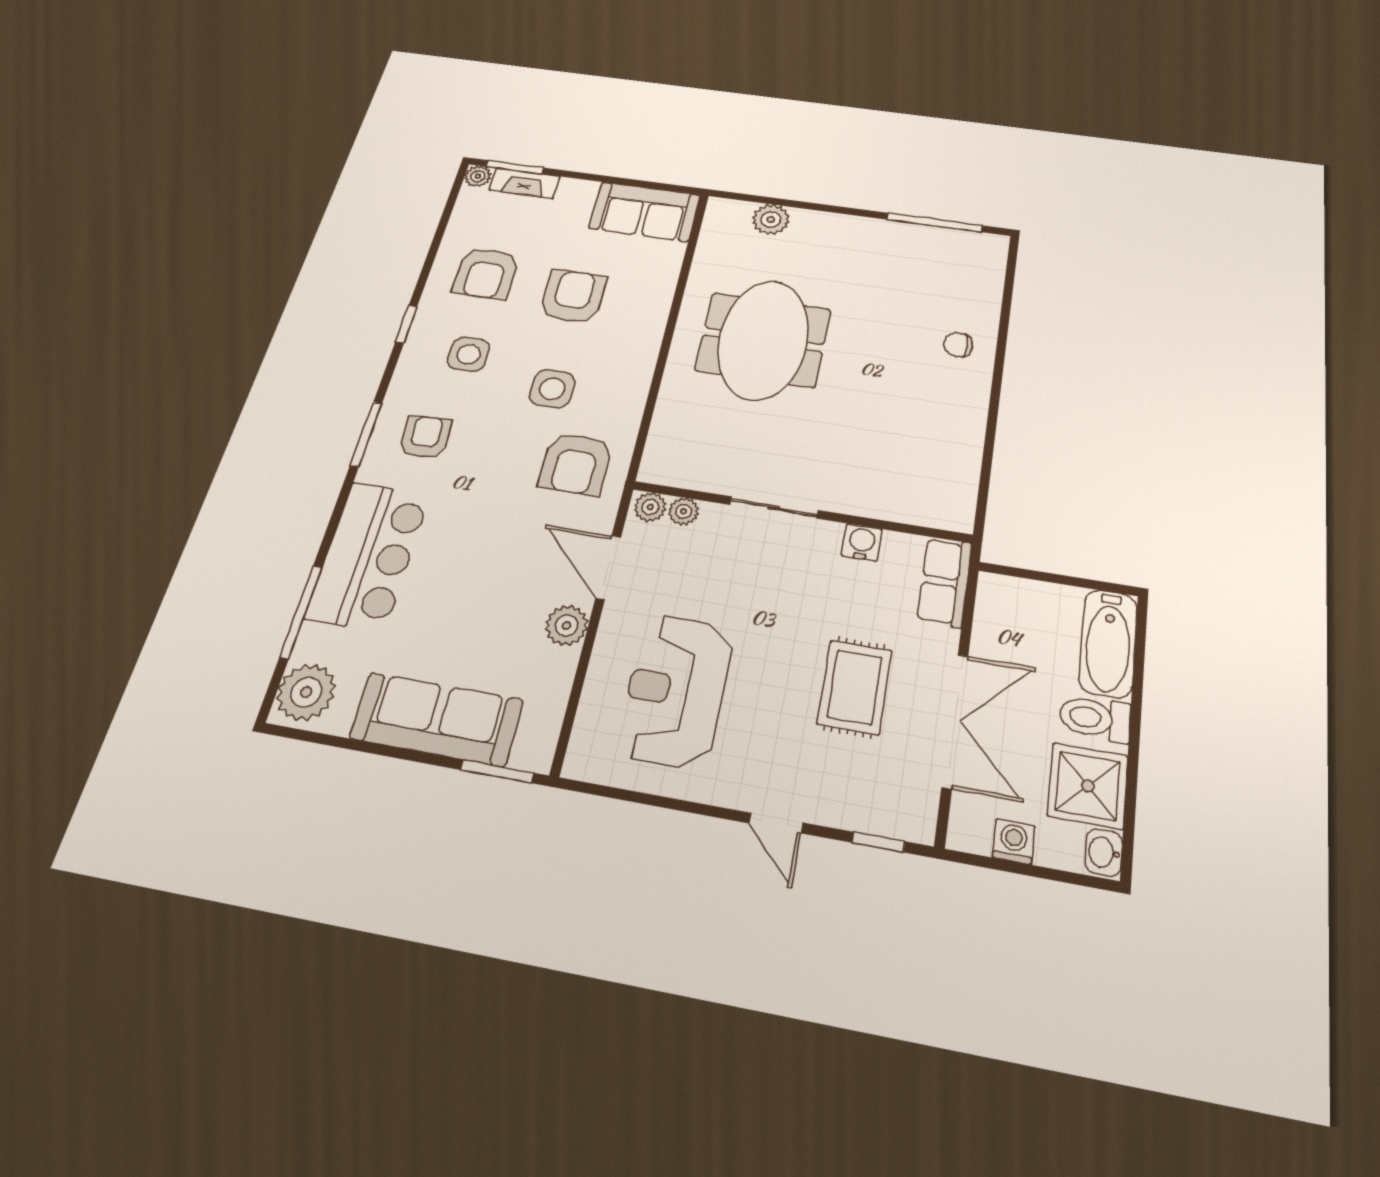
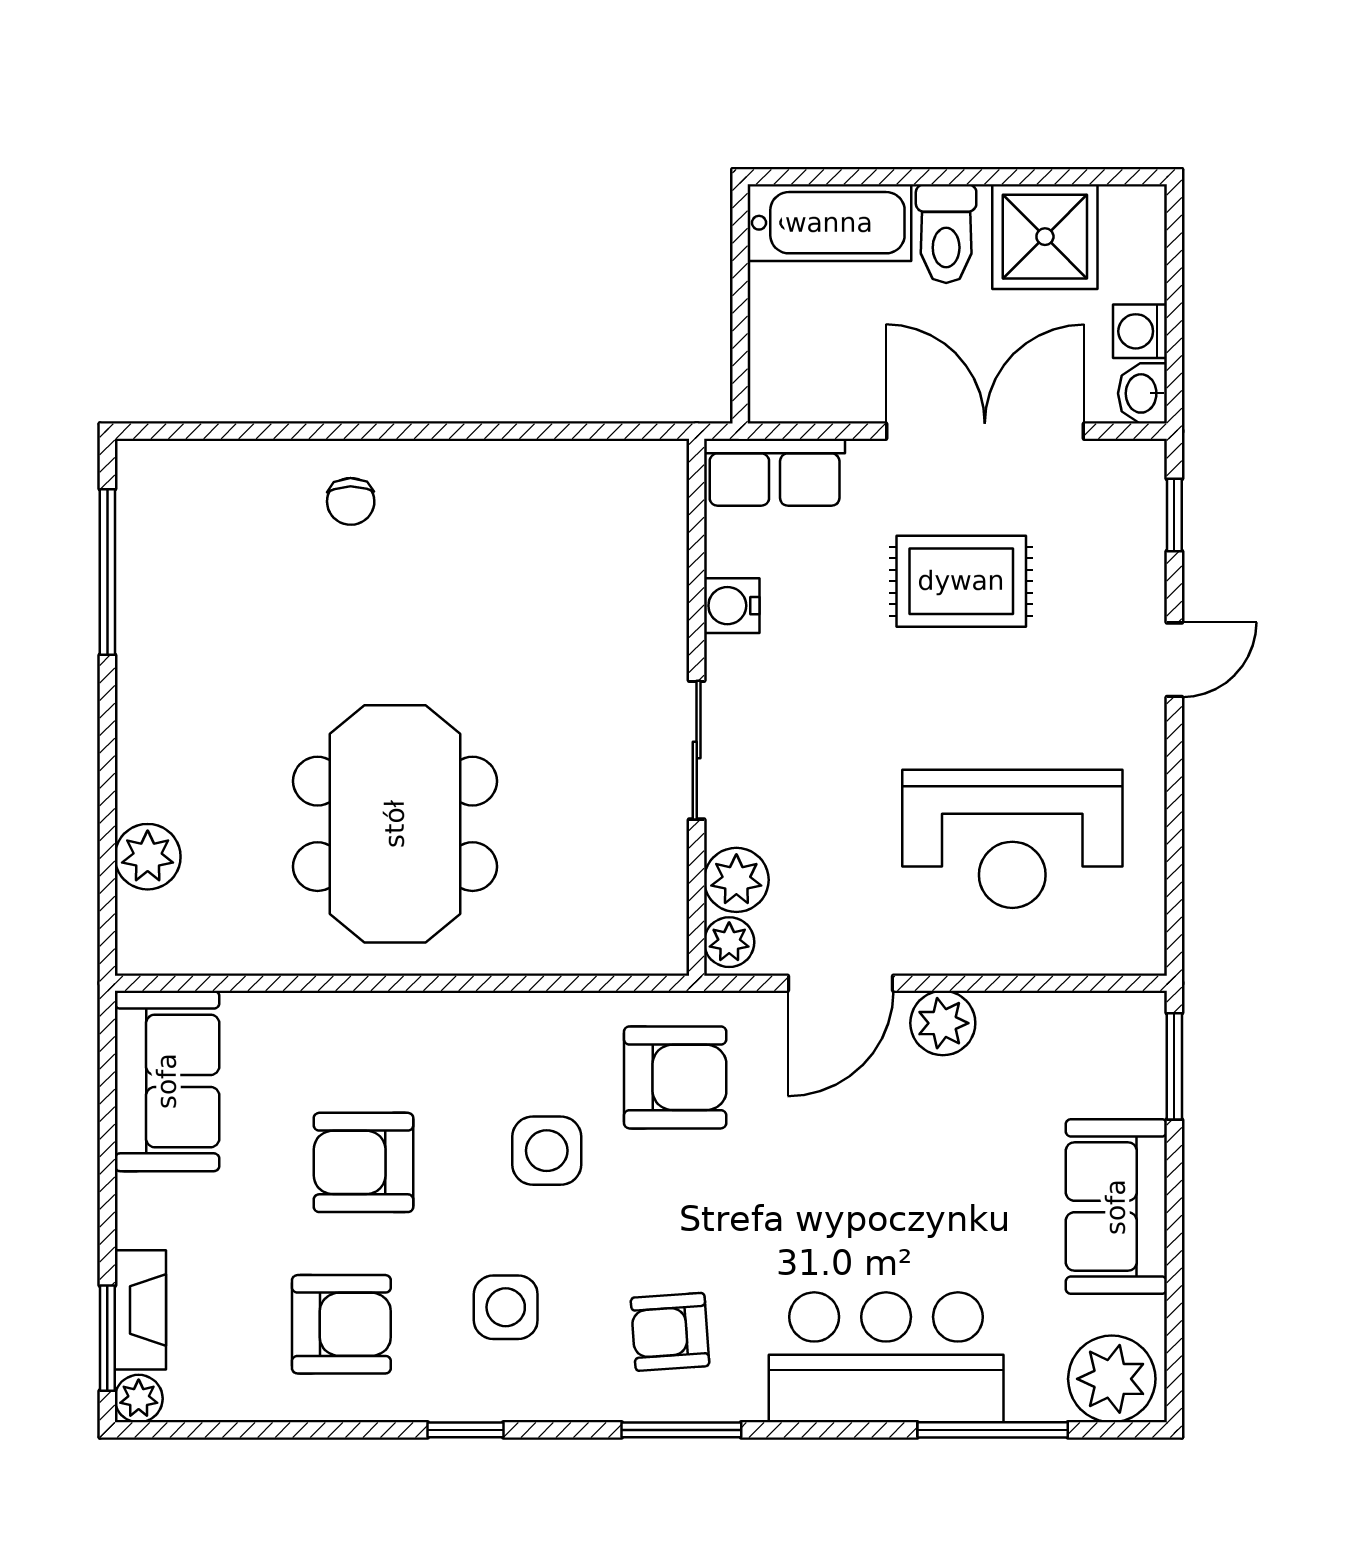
meeting table: (763, 340) -> (395, 824), turned 90
plant: (684, 511) -> (736, 880), width x1.38, depth x1.38
sofa: (437, 719) -> (1116, 1207), width x0.73
washbasin: (1104, 852) -> (1143, 393), moved, turned 90

